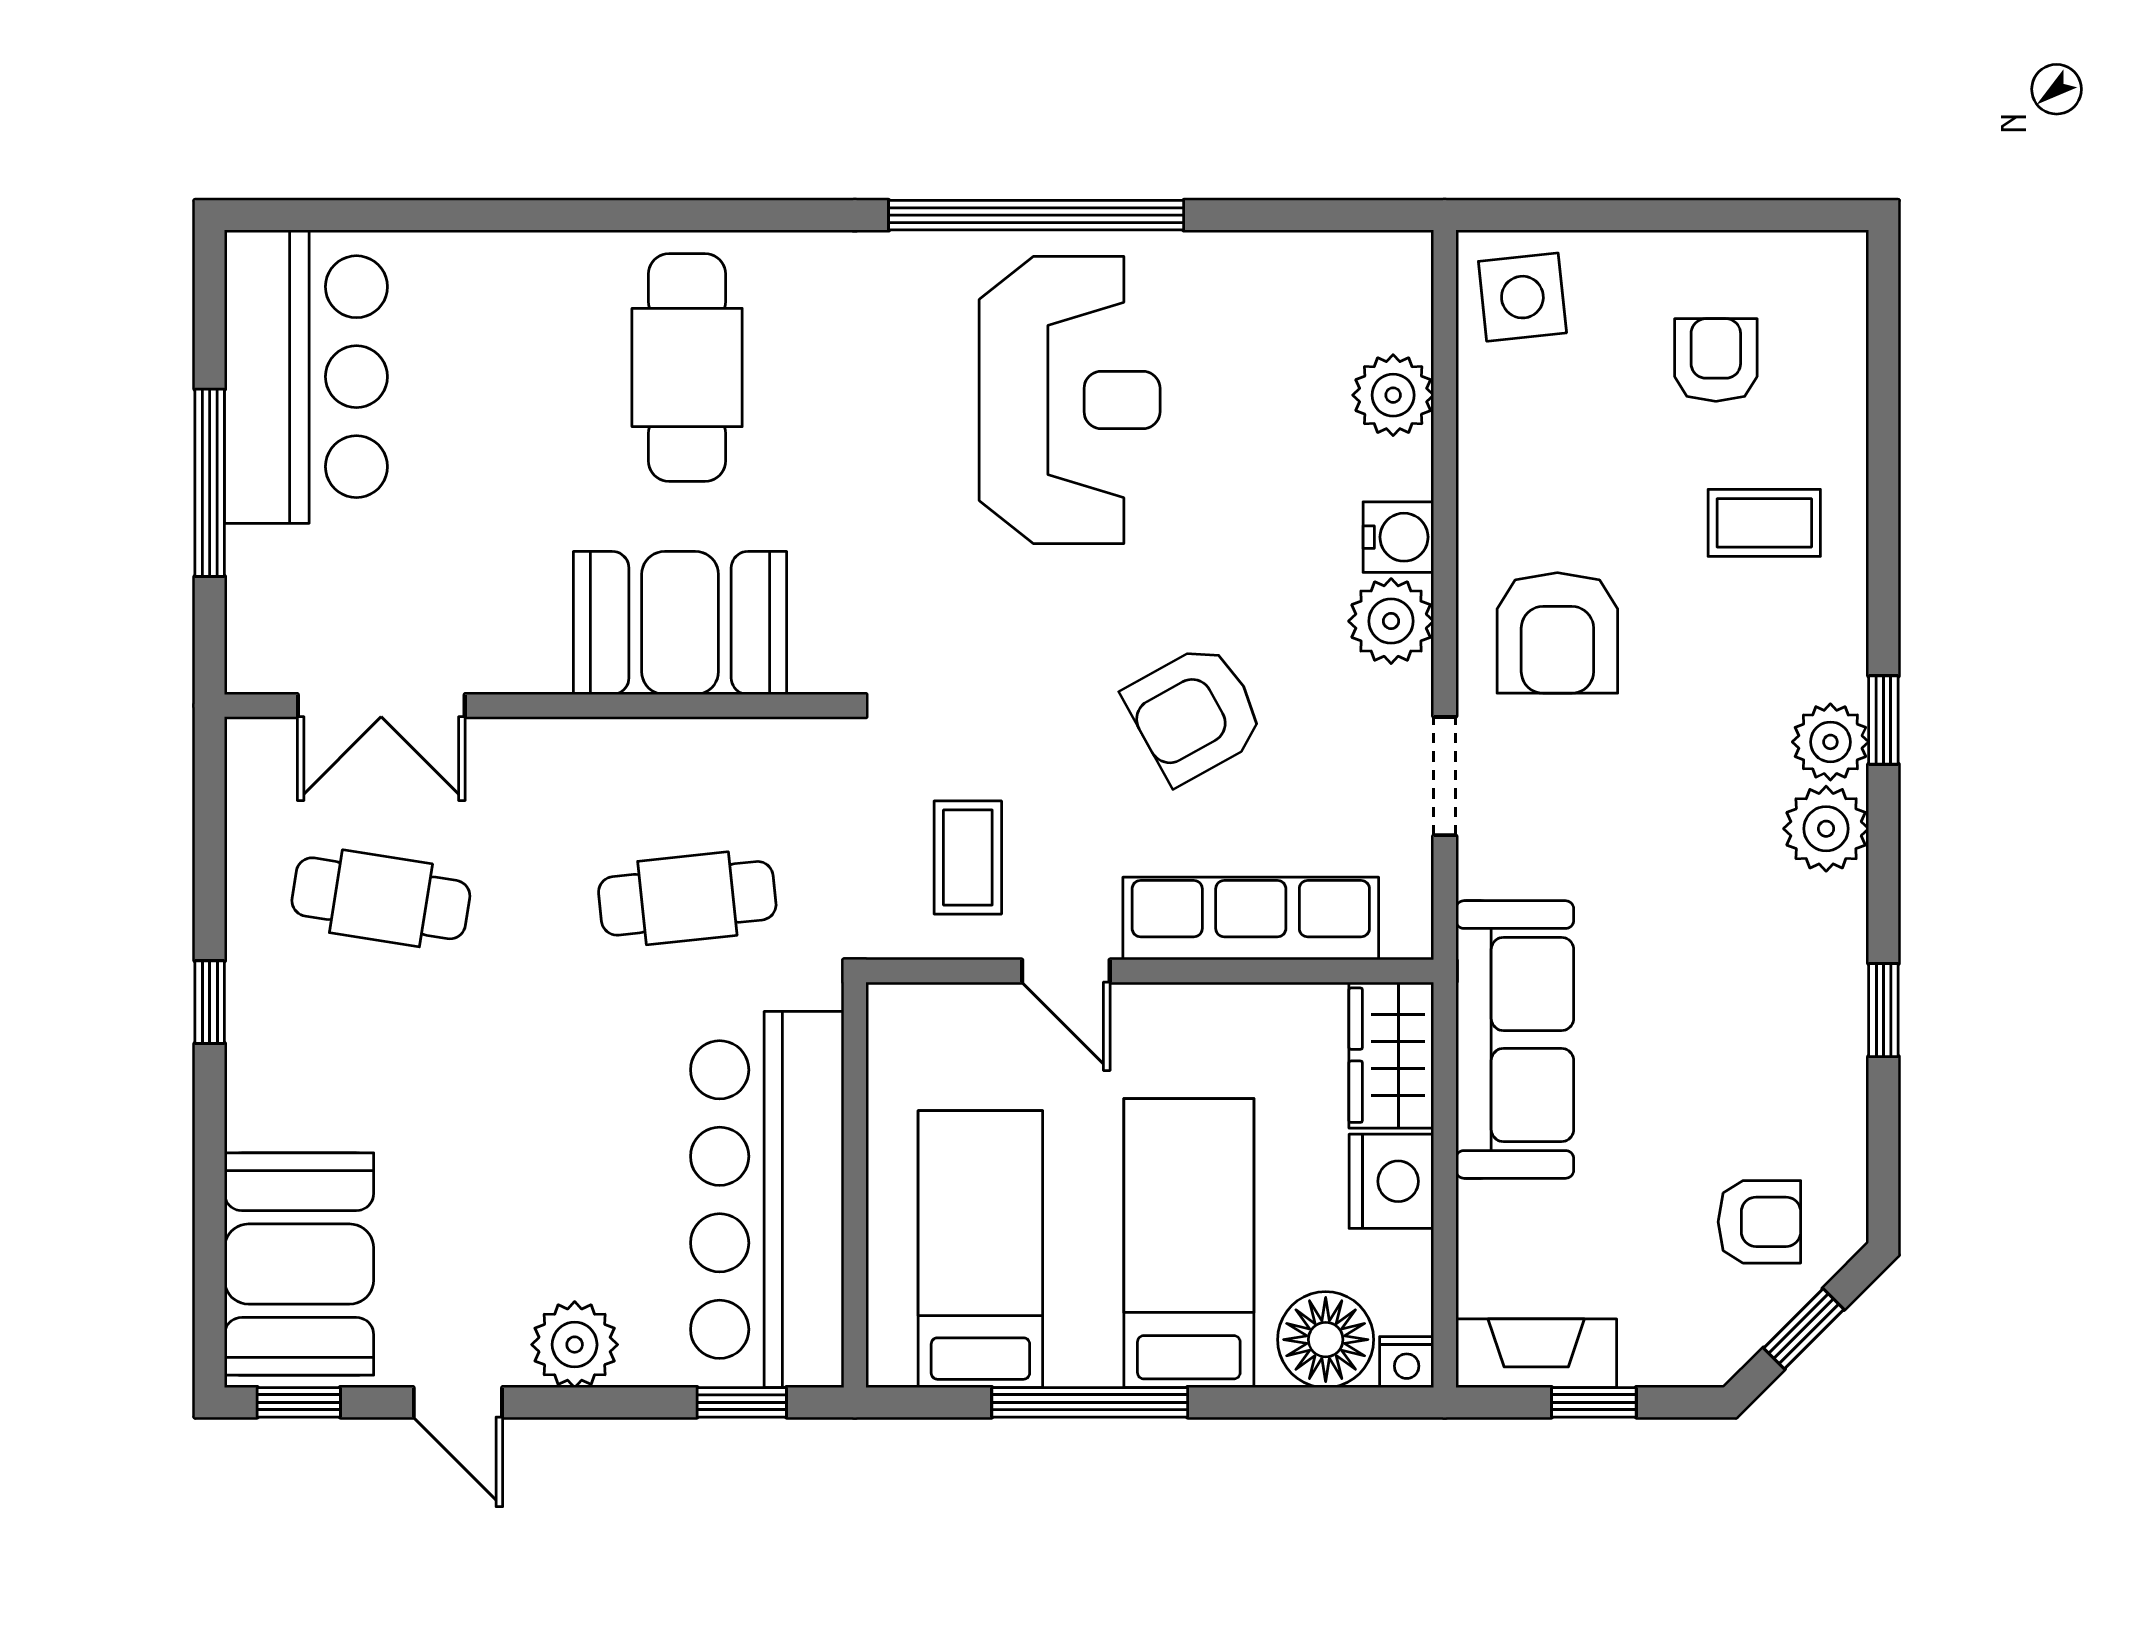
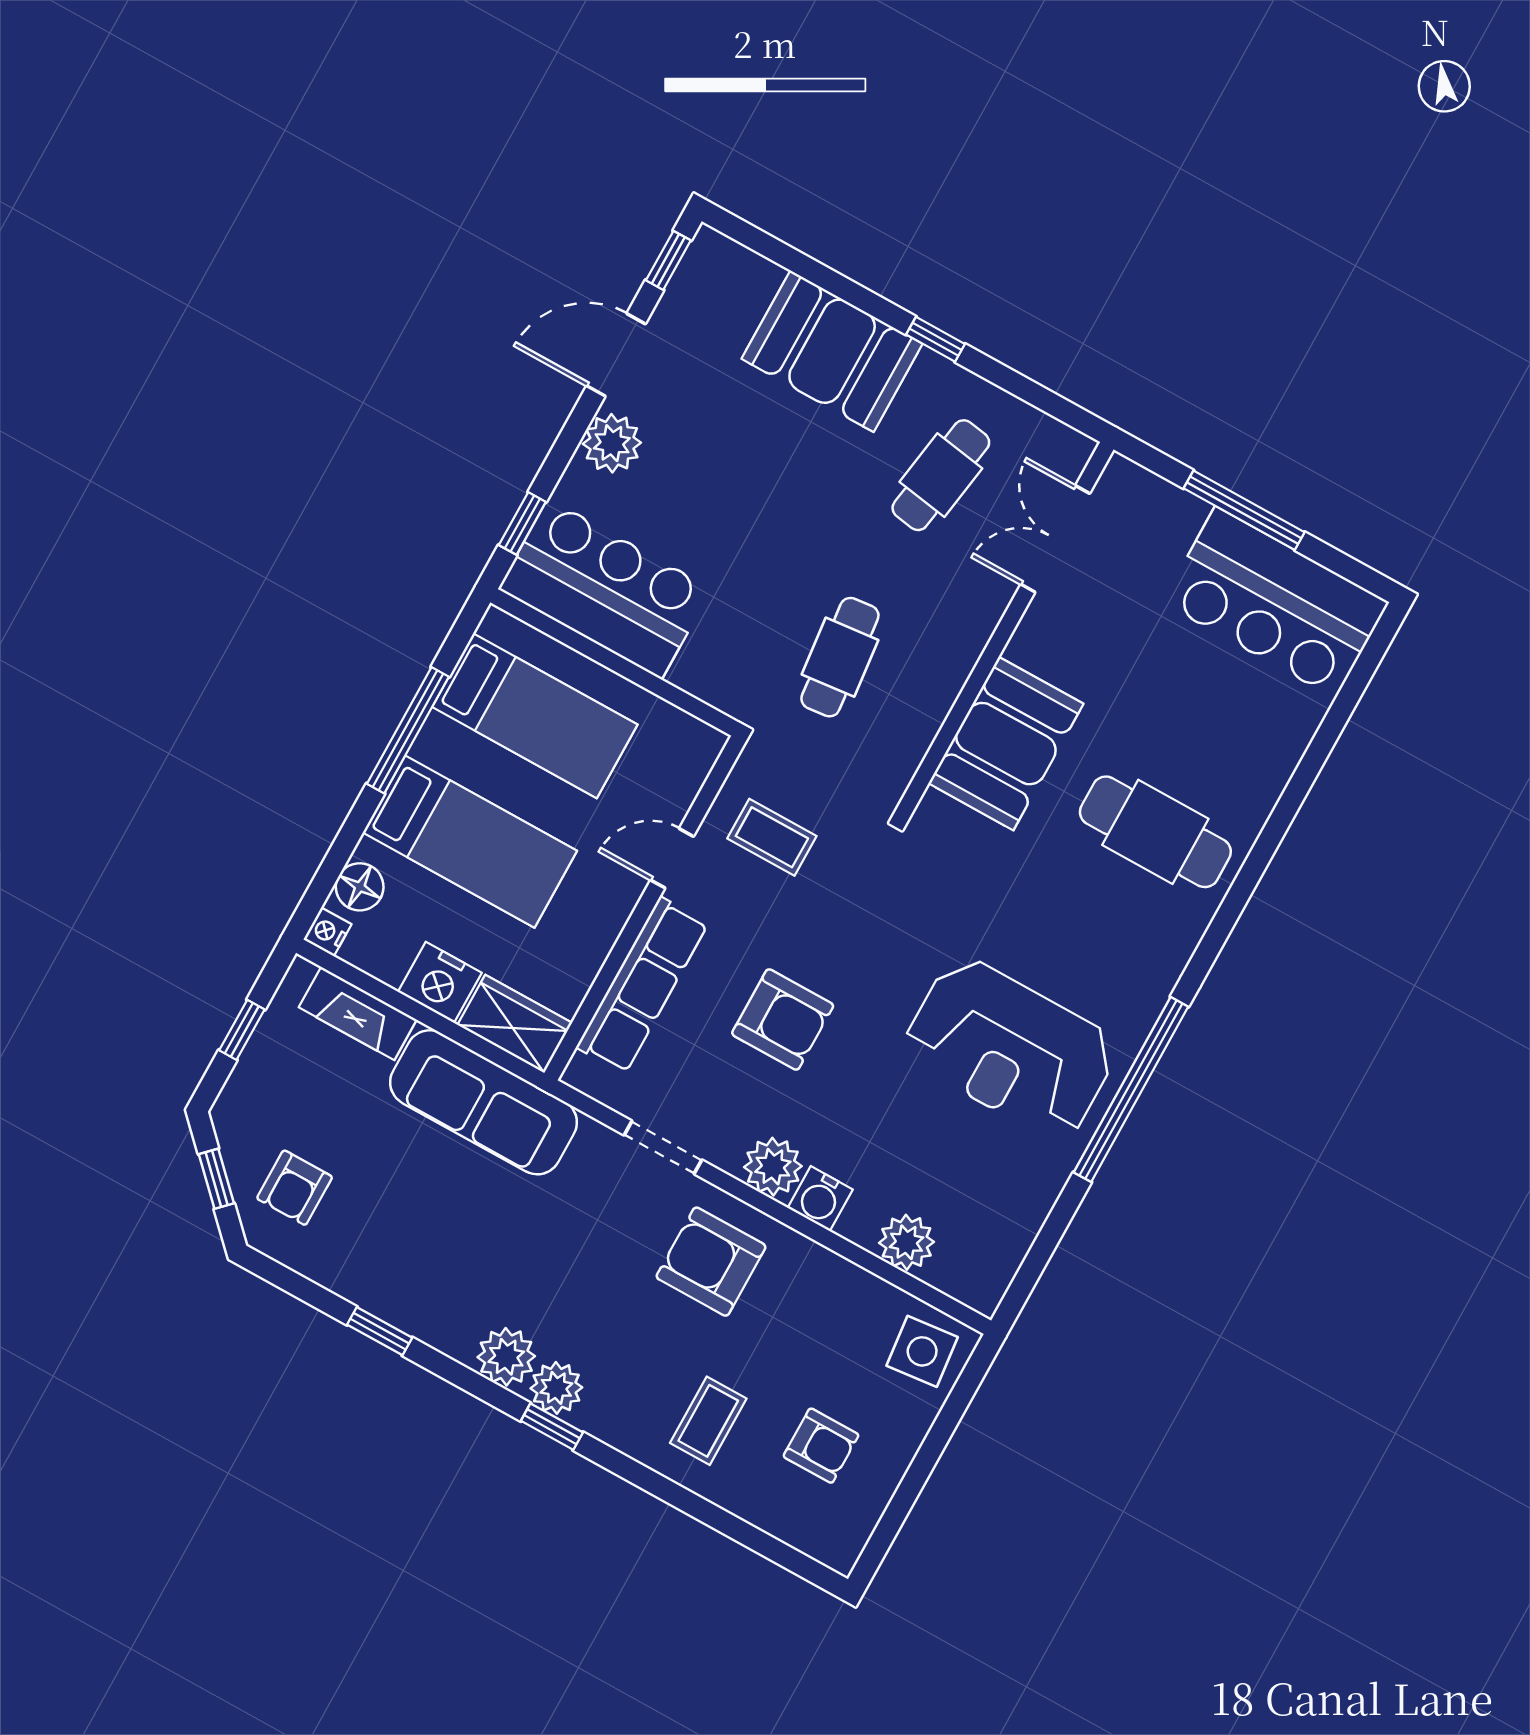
armchair: (1195, 714) -> (783, 1019), turned 119
bar counter: (767, 1200) -> (605, 589), width x0.73
booth: (299, 1264) -> (832, 351), moved
floor lamp: (1326, 1340) -> (360, 887), width x0.73, depth x0.73
fireplace: (1536, 1353) -> (358, 1014), moved, turned 90
door: (458, 1402) -> (616, 355), width x1.38

